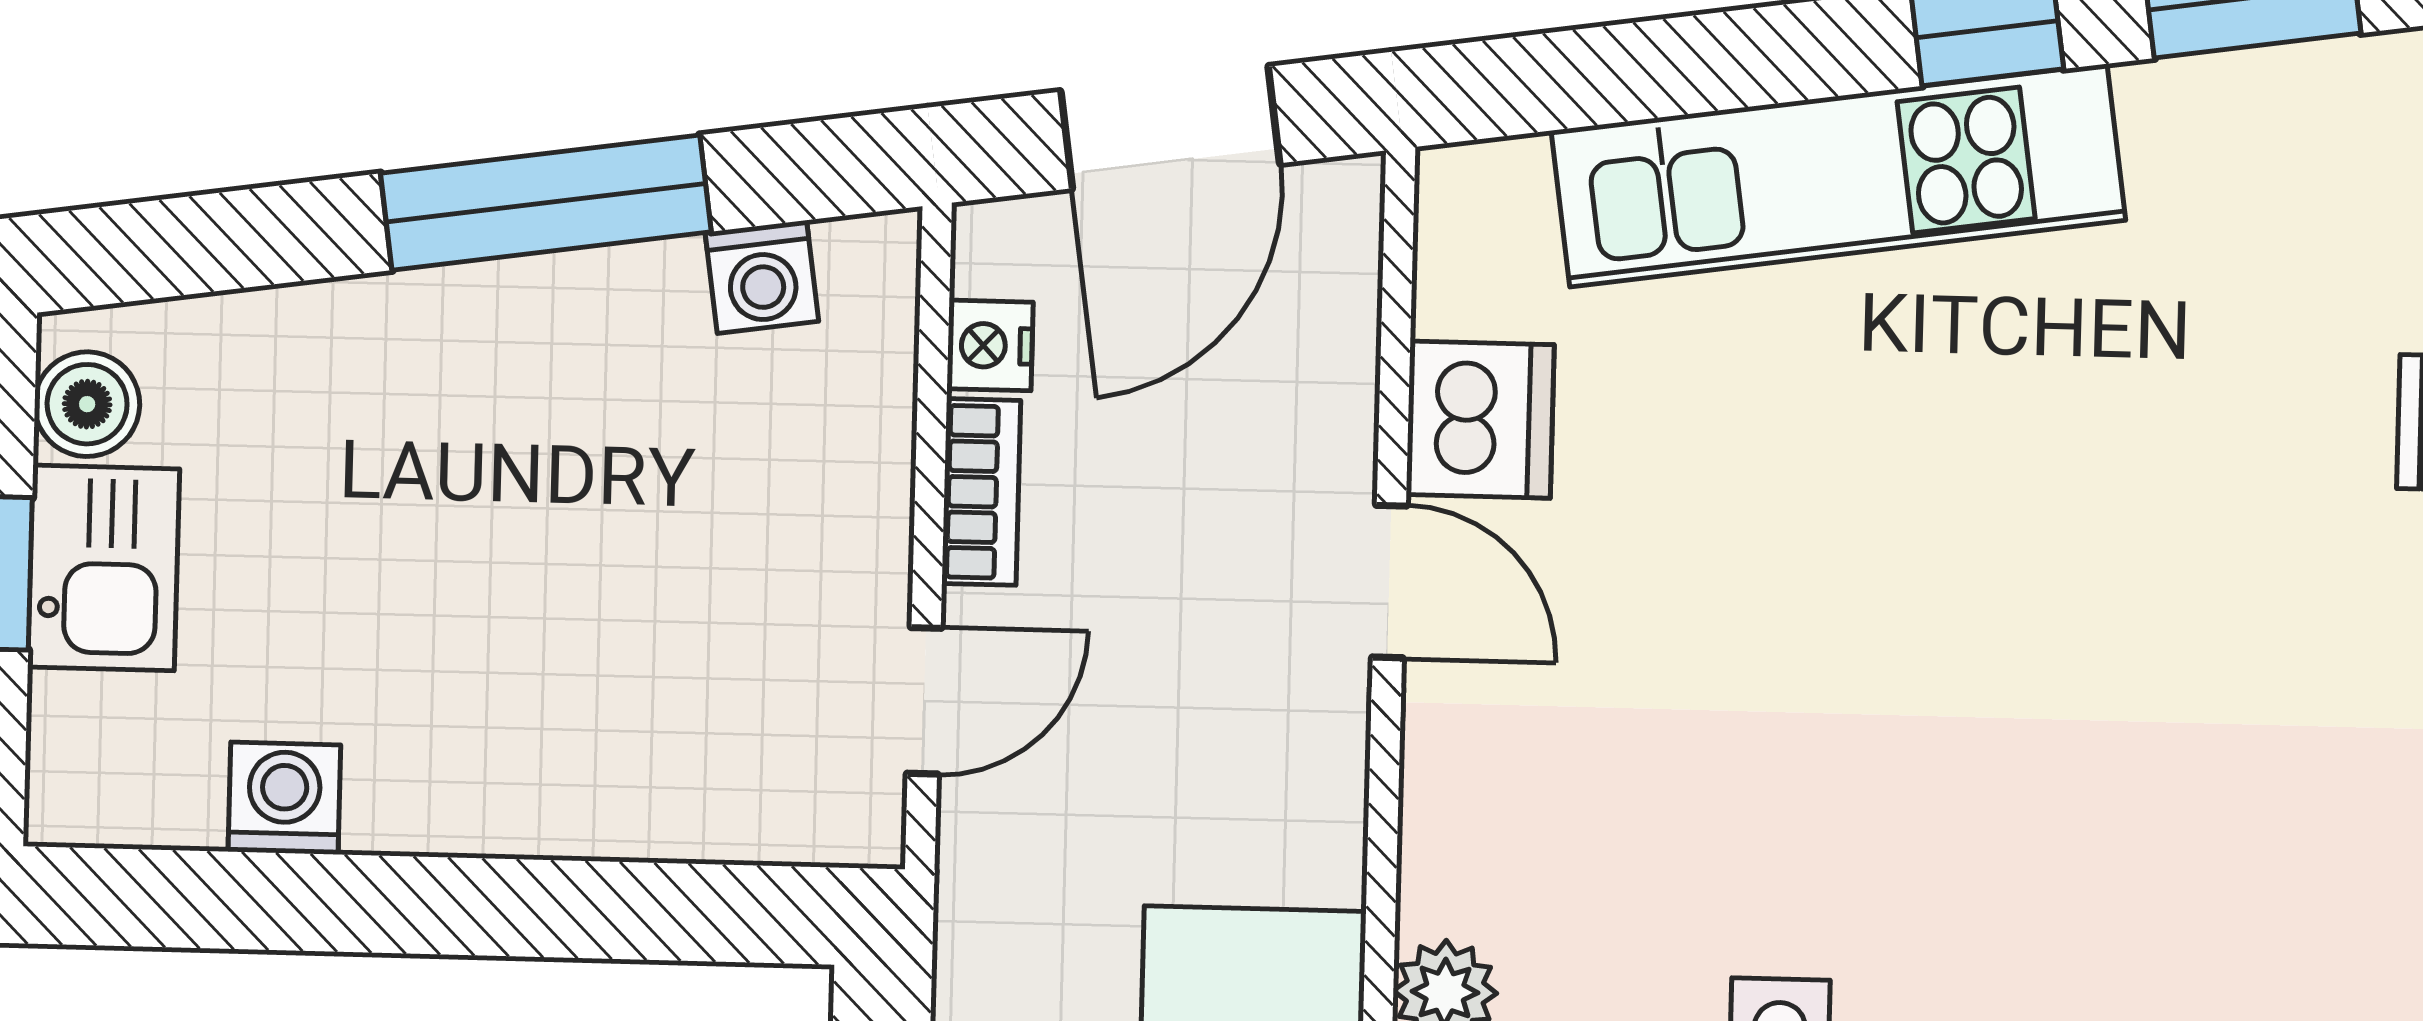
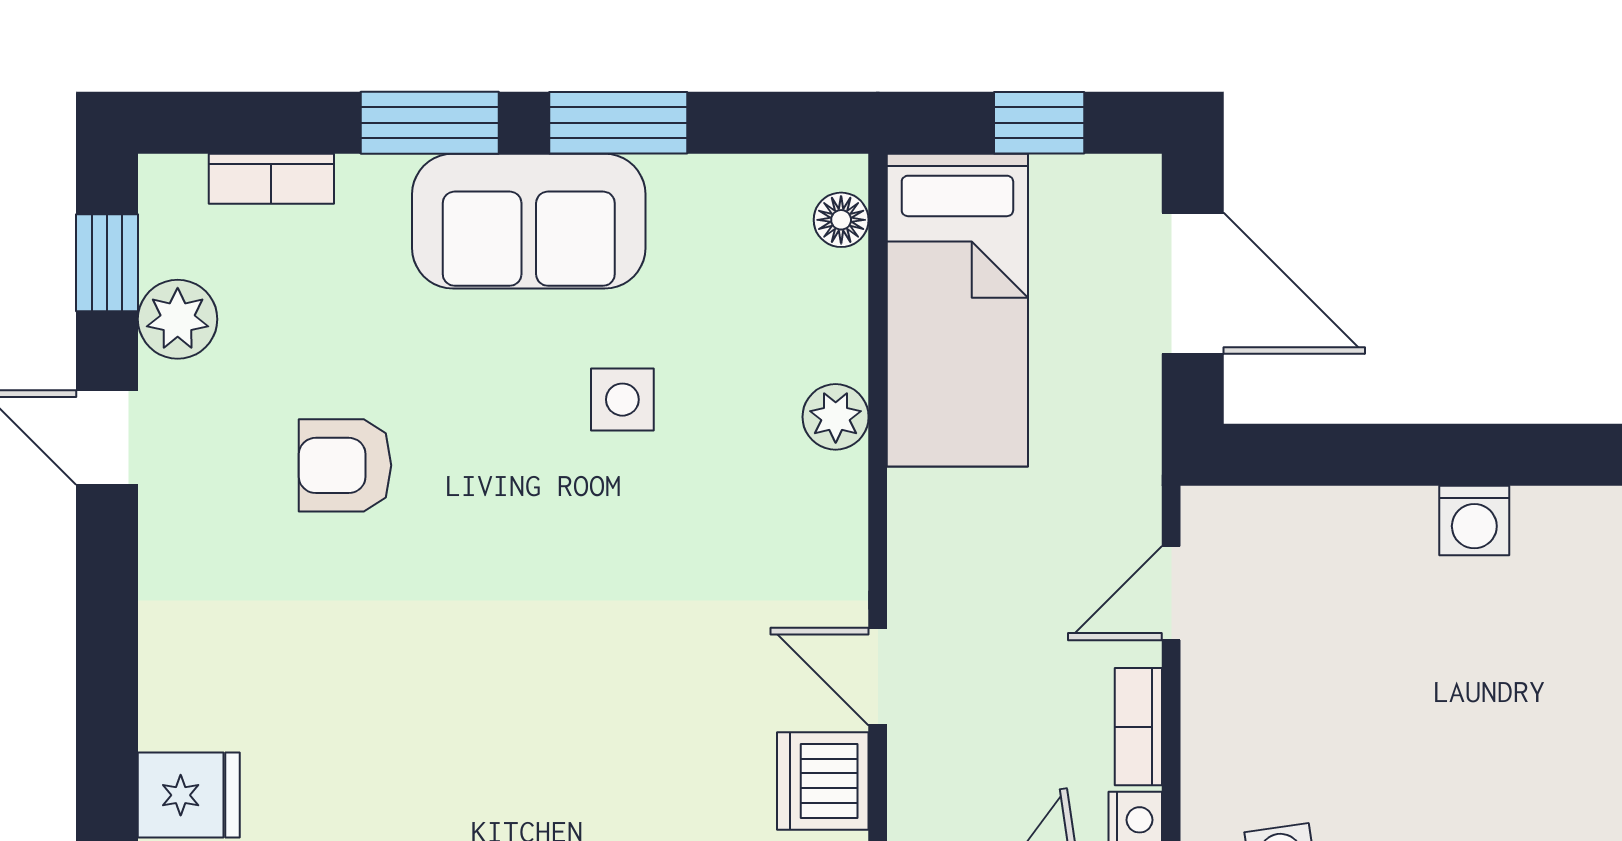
washing machine: (284, 798) -> (1474, 521), moved
armchair: (2219, 936) -> (345, 465), added

